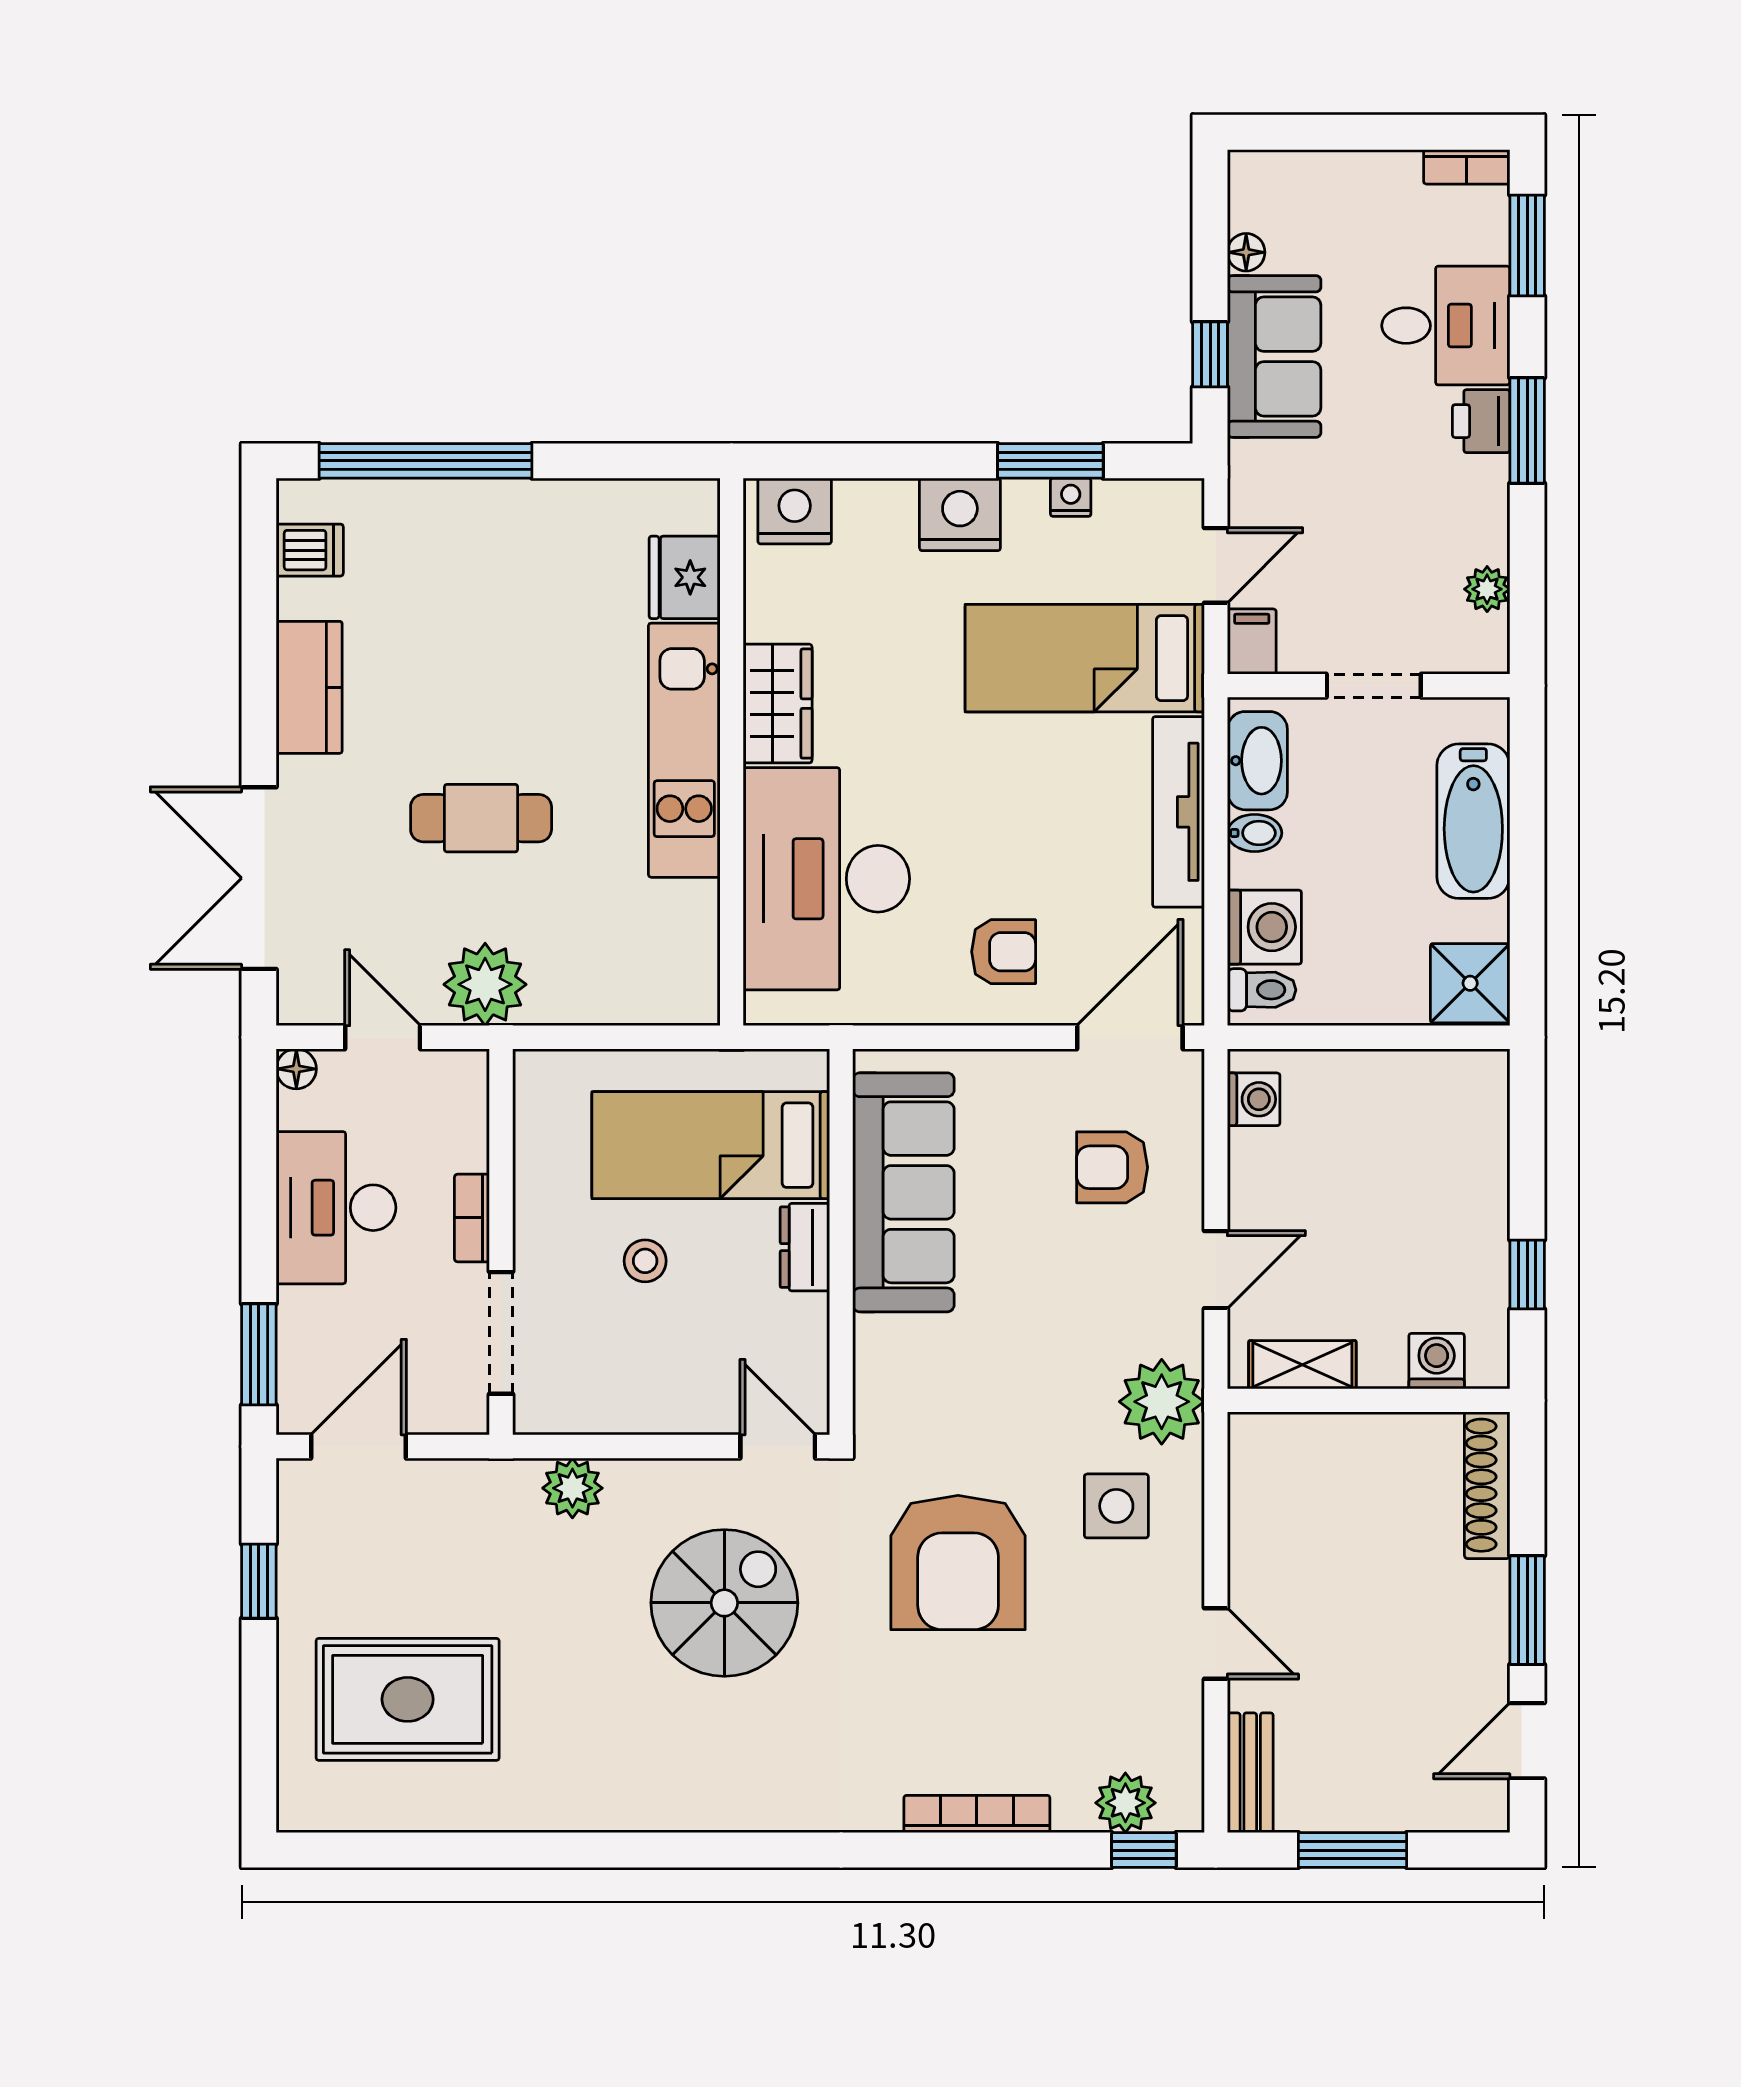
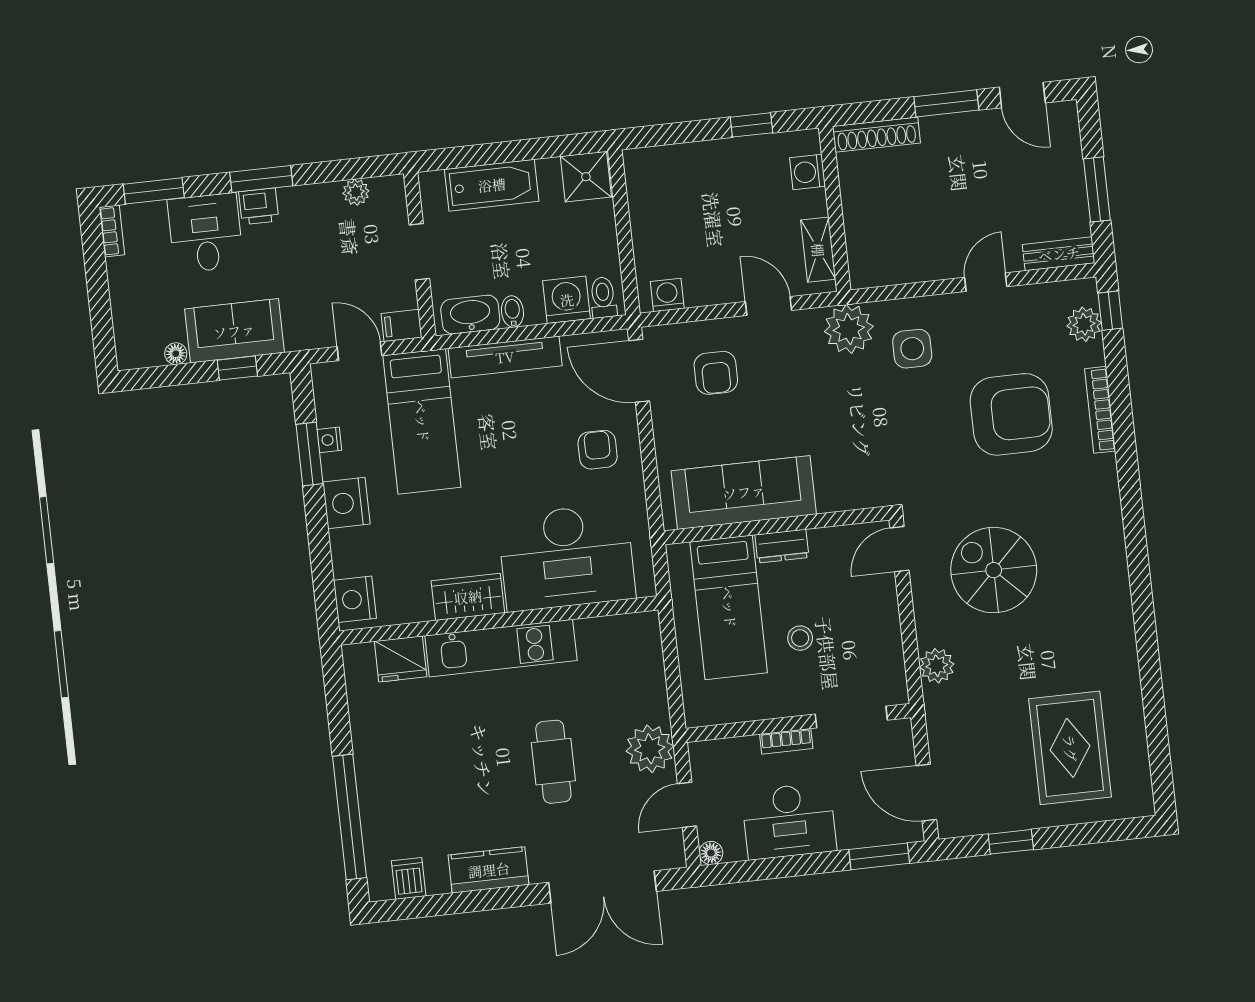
armchair: (958, 1562) -> (1011, 414), moved

